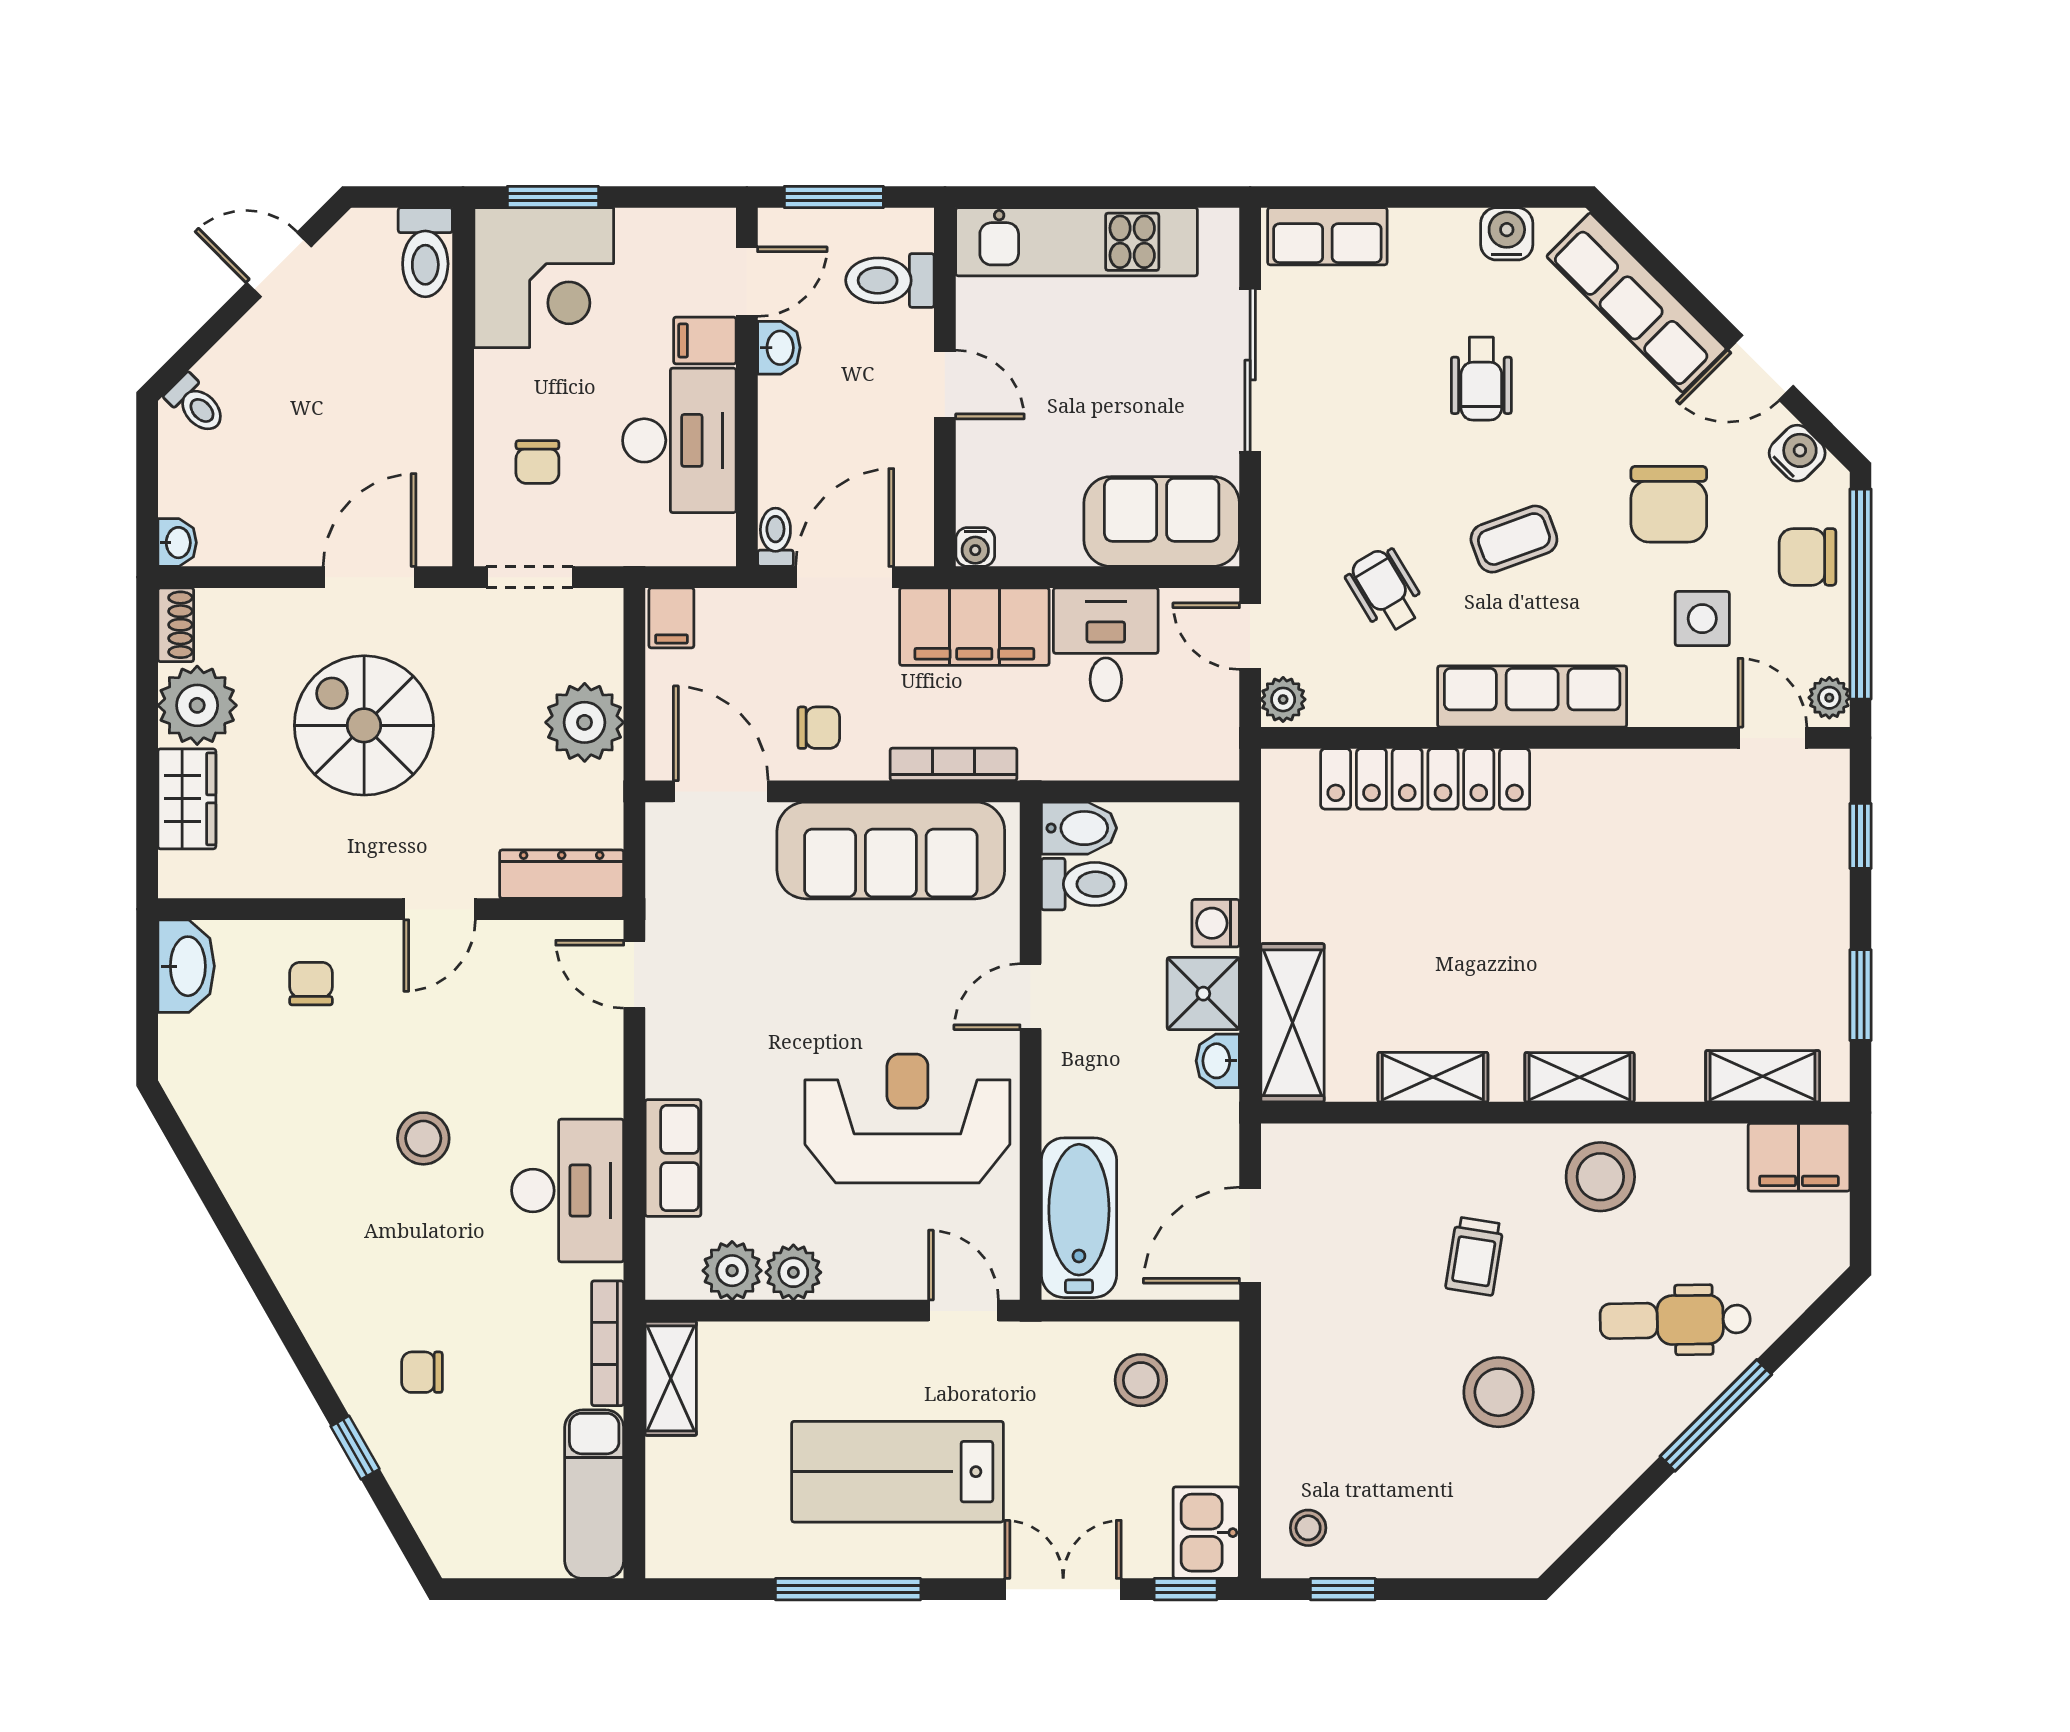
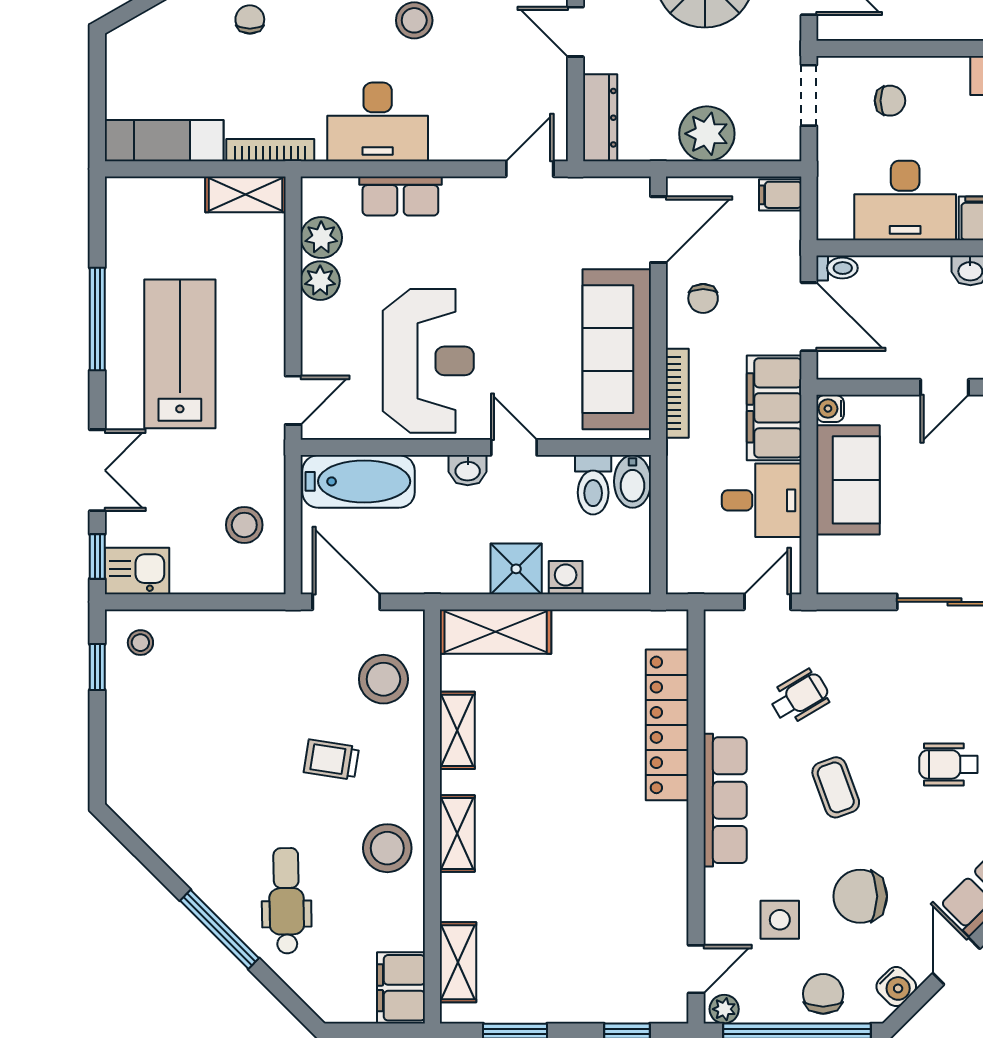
chair: (537, 462) -> (890, 101), turned 180
sofa: (1162, 521) -> (848, 480), moved
plant: (1283, 699) -> (723, 625), removed
washbasin: (1218, 1061) -> (468, 470), moved, turned 180
stool: (1499, 1392) -> (383, 679), moved

